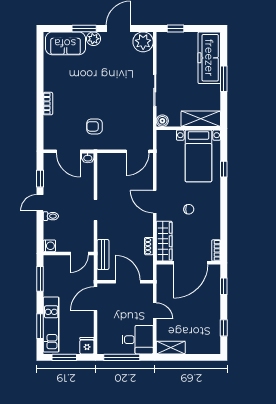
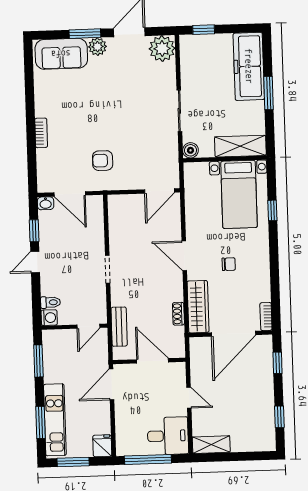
washbasin: (88, 158) -> (46, 203), moved
toilet: (51, 216) -> (51, 302), moved

